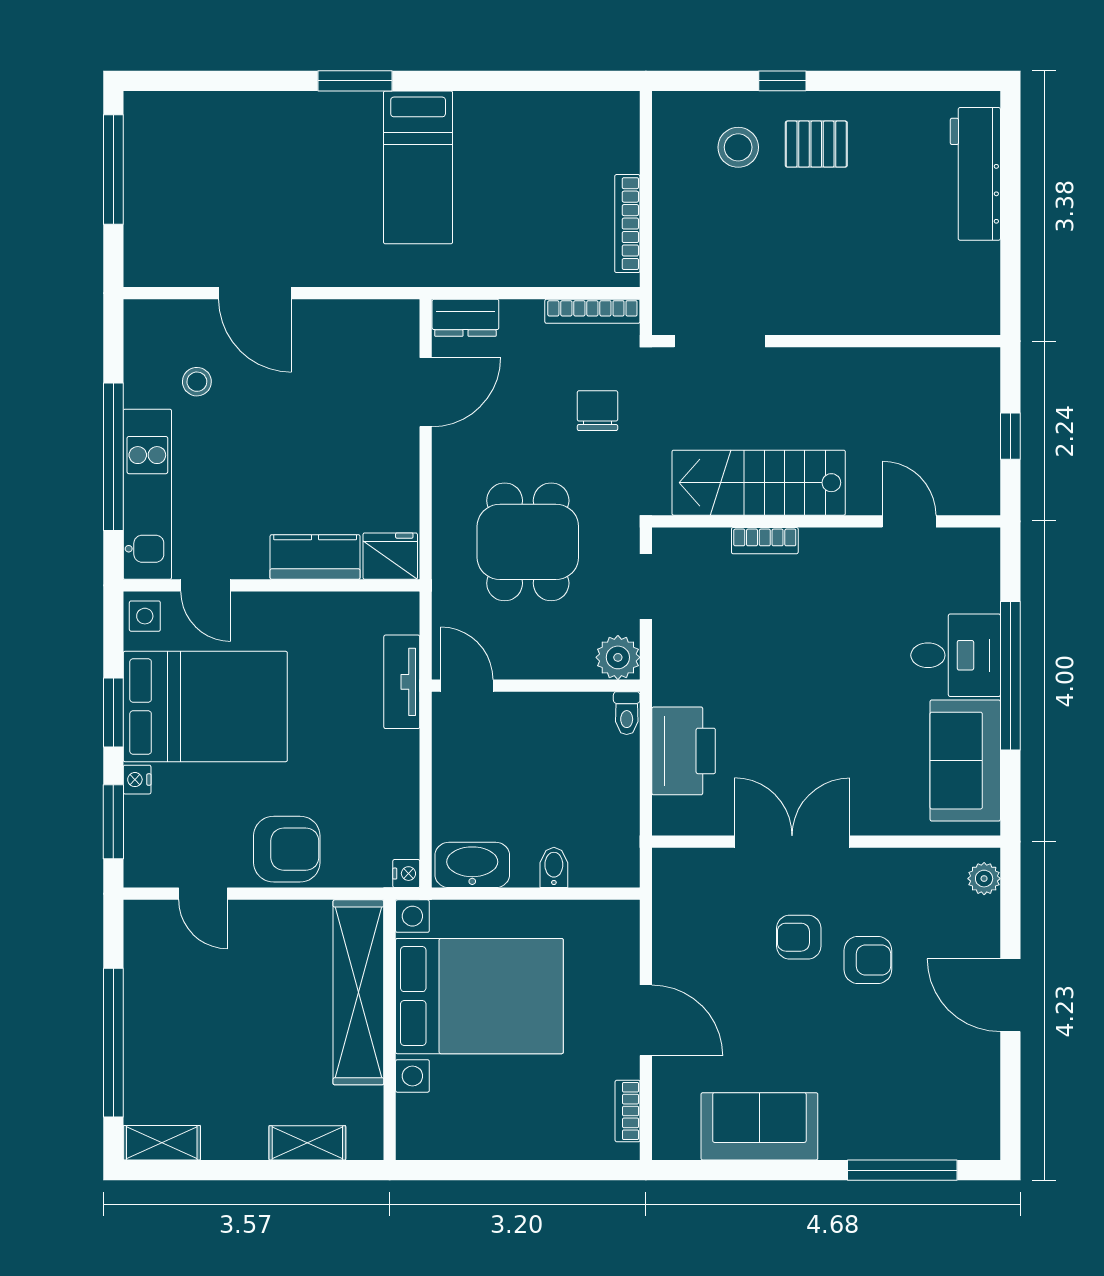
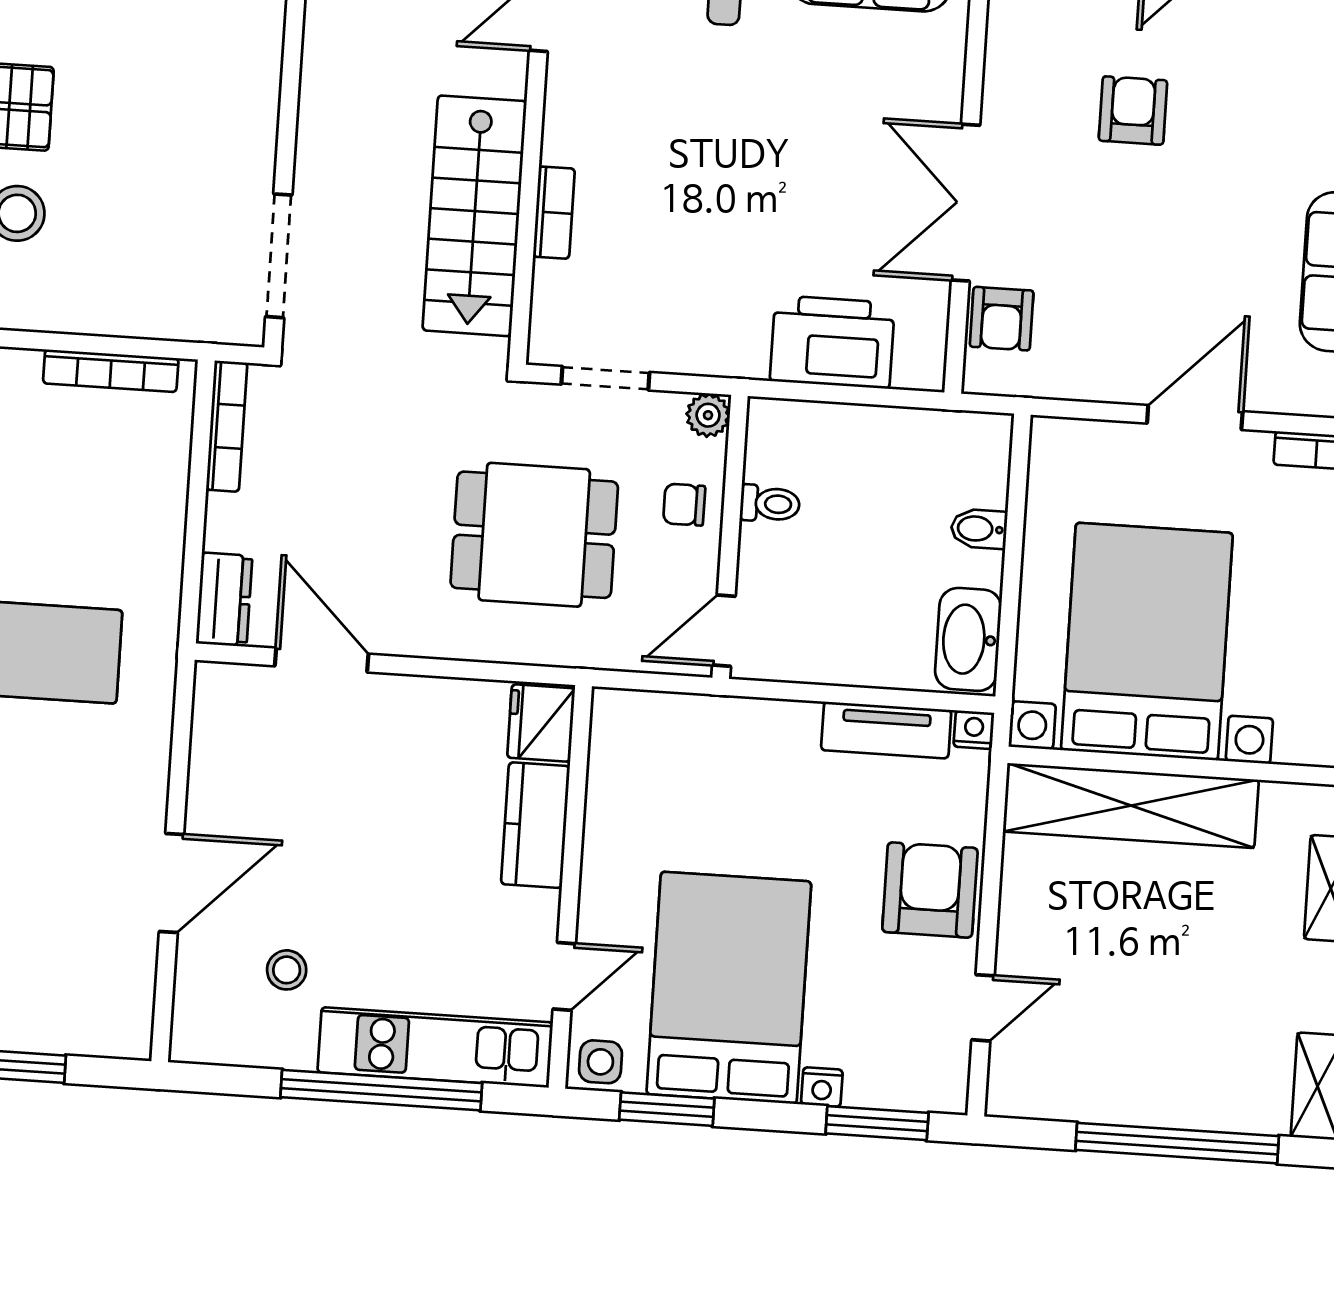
chair: (597, 411) -> (684, 505), moved, width x0.73, depth x0.73
plant: (618, 657) -> (708, 415), width x0.73, depth x0.73
tv unit: (402, 682) -> (886, 730), moved
window: (113, 713) -> (667, 1109), moved
toilet: (627, 713) -> (770, 504), moved
armchair: (799, 937) -> (1002, 319), moved

